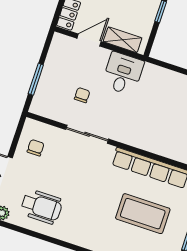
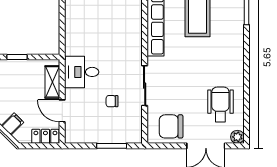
chair: (36, 148) -> (171, 126), width x1.87, depth x1.87

